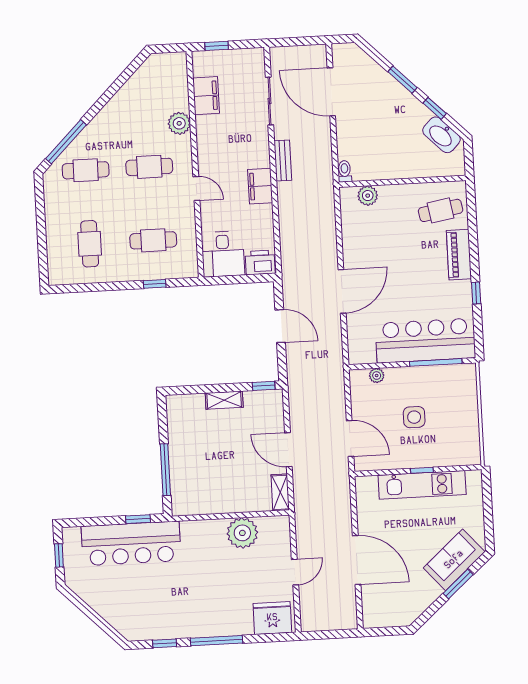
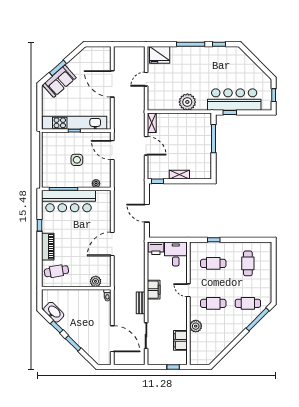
door: (342, 291) -> (112, 244), moved
kitchen unit: (422, 485) -> (75, 123), width x1.36
plant: (242, 533) -> (187, 102), moved

